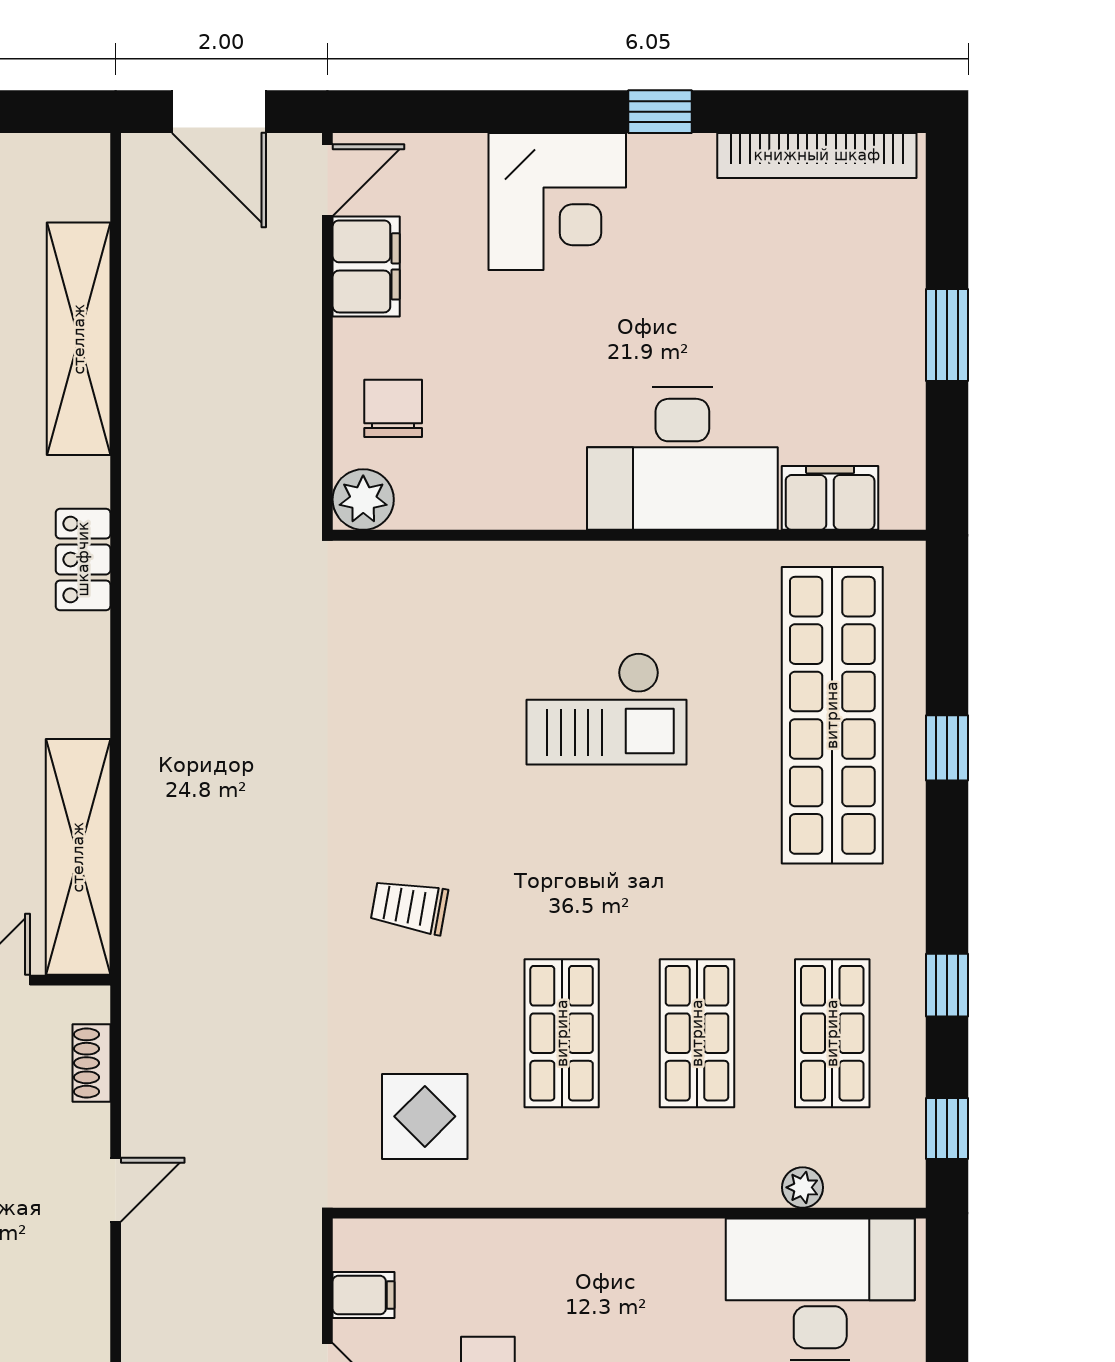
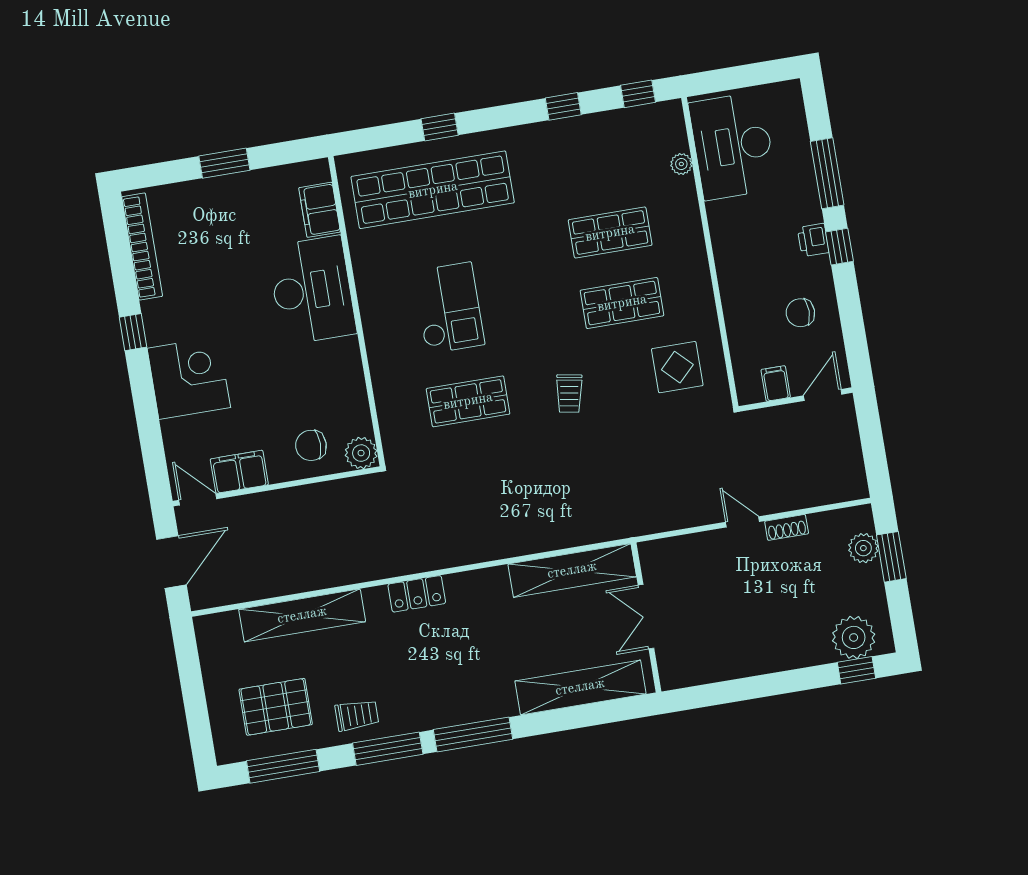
shop shelf: (832, 1033) -> (468, 401), moved
shoe rack: (91, 1063) -> (787, 527), moved

